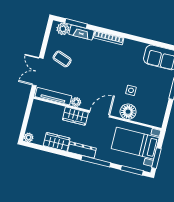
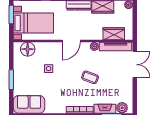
coffee table: (62, 59) -> (90, 77), moved
floor lamp: (128, 112) -> (28, 49), moved
wardrobe: (75, 116) -> (114, 34), moved

